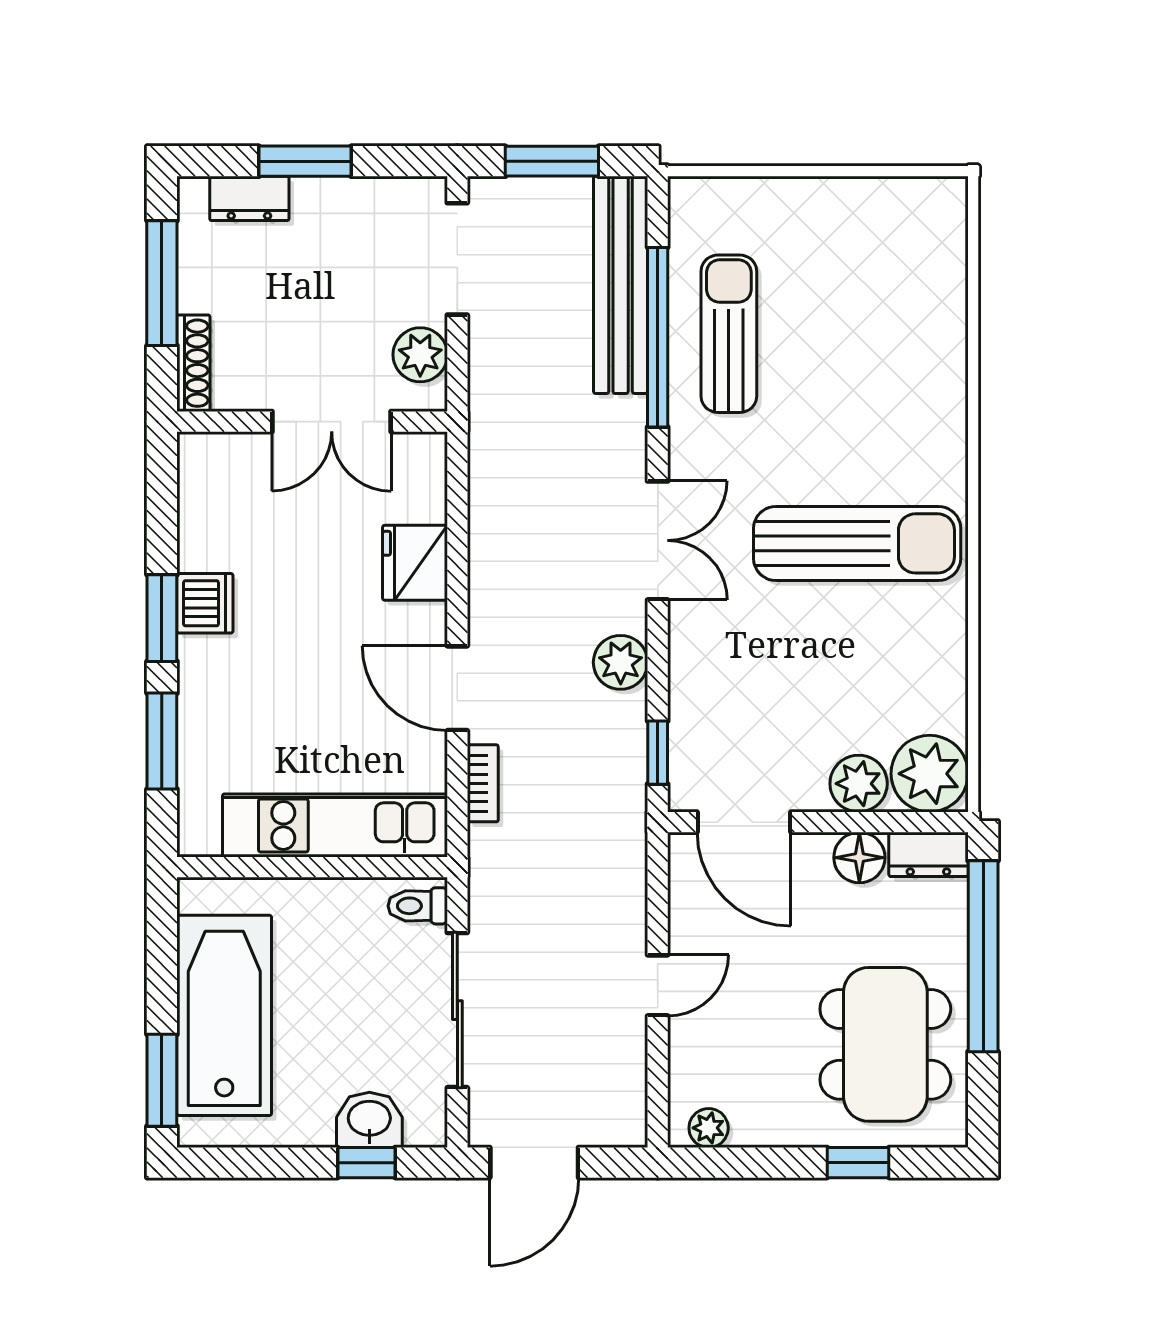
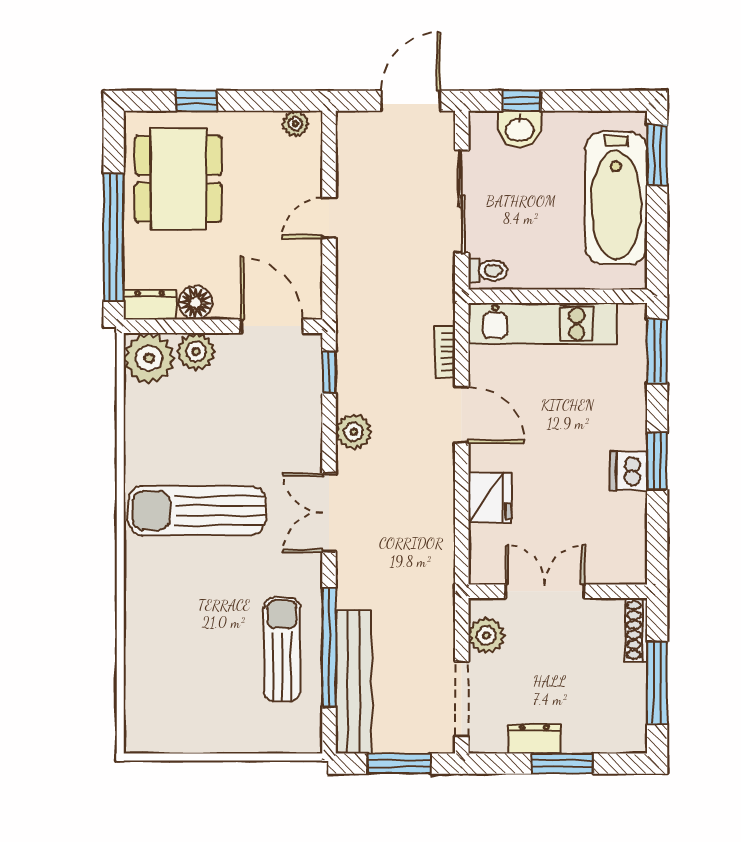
dresser: (249, 198) -> (534, 739), moved
sun lounger: (729, 334) -> (282, 649), turned 180
window: (162, 741) -> (657, 351), moved

